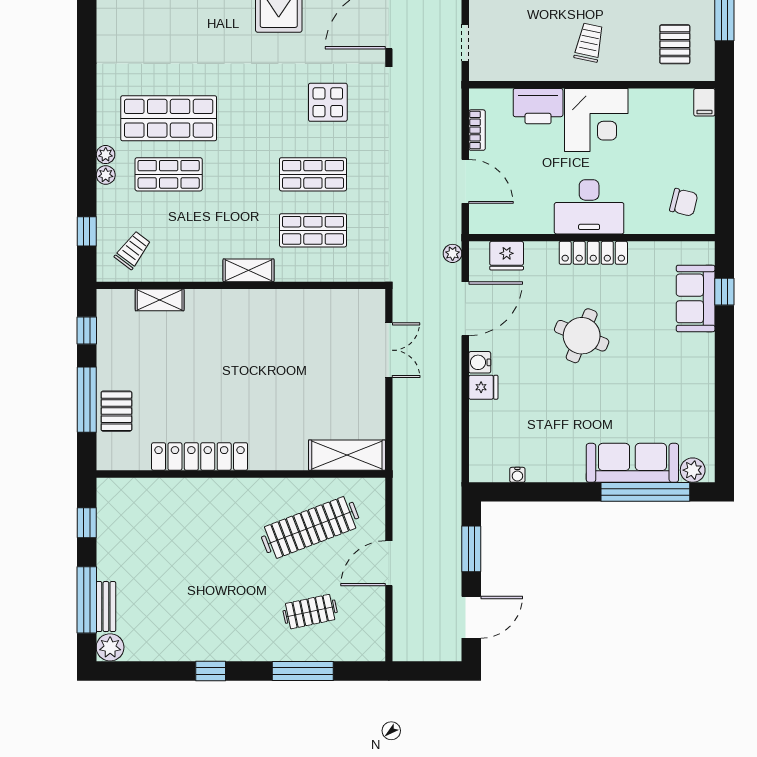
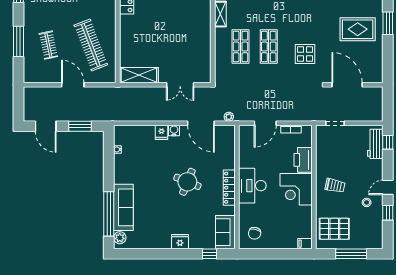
pallet: (675, 44) -> (334, 229), width x1.50, depth x1.42
fridge: (507, 256) -> (180, 242), moved, turned 90
sofa: (696, 298) -> (225, 232), moved, turned -90
shelving: (347, 455) -> (139, 75), moved, turned 90

